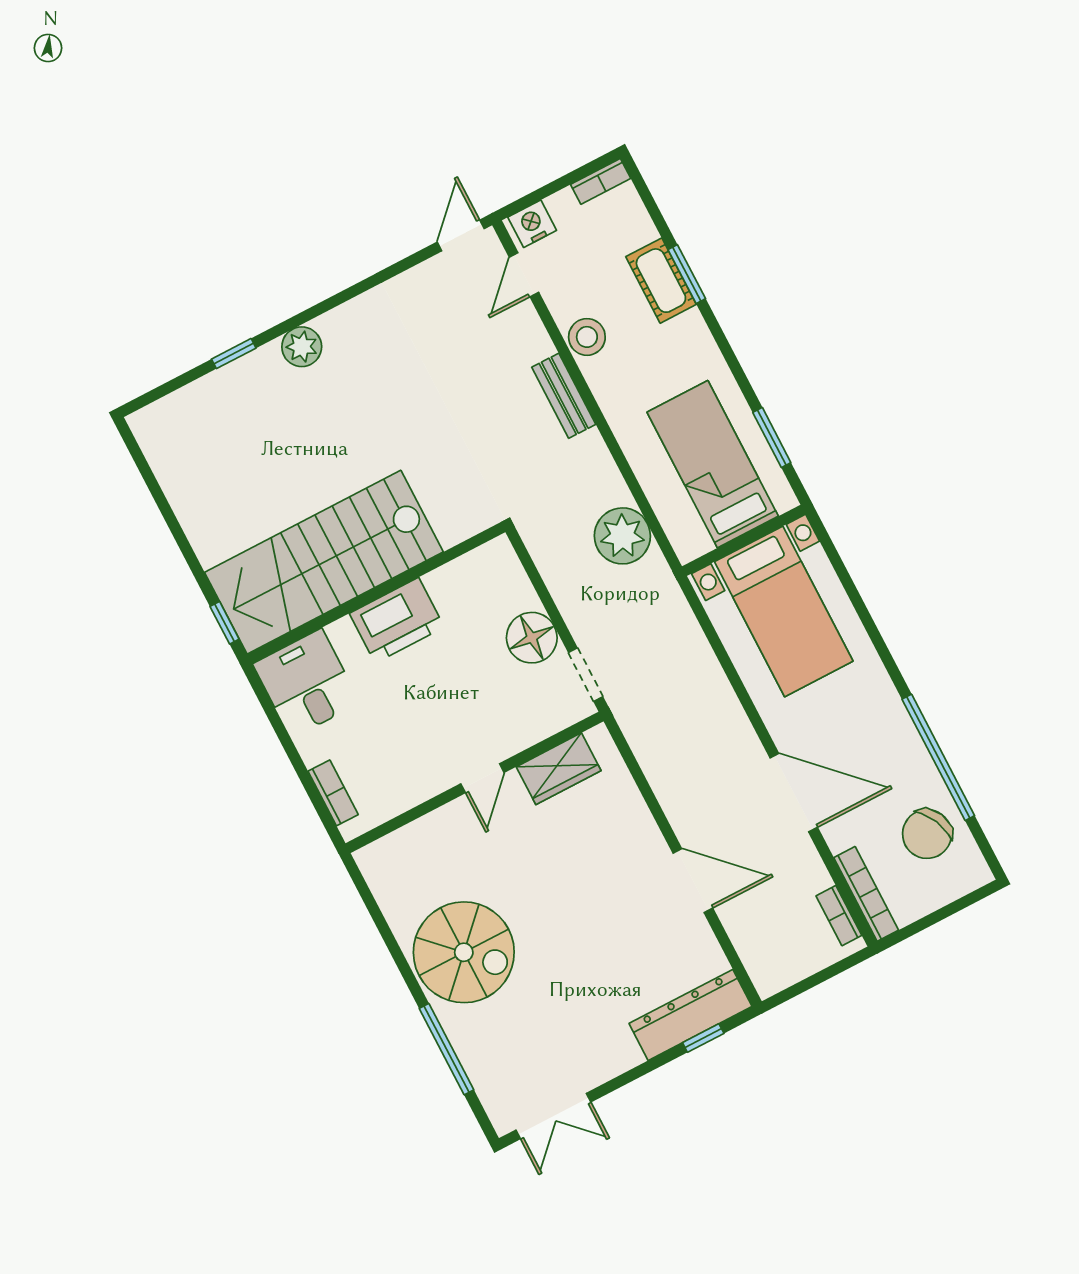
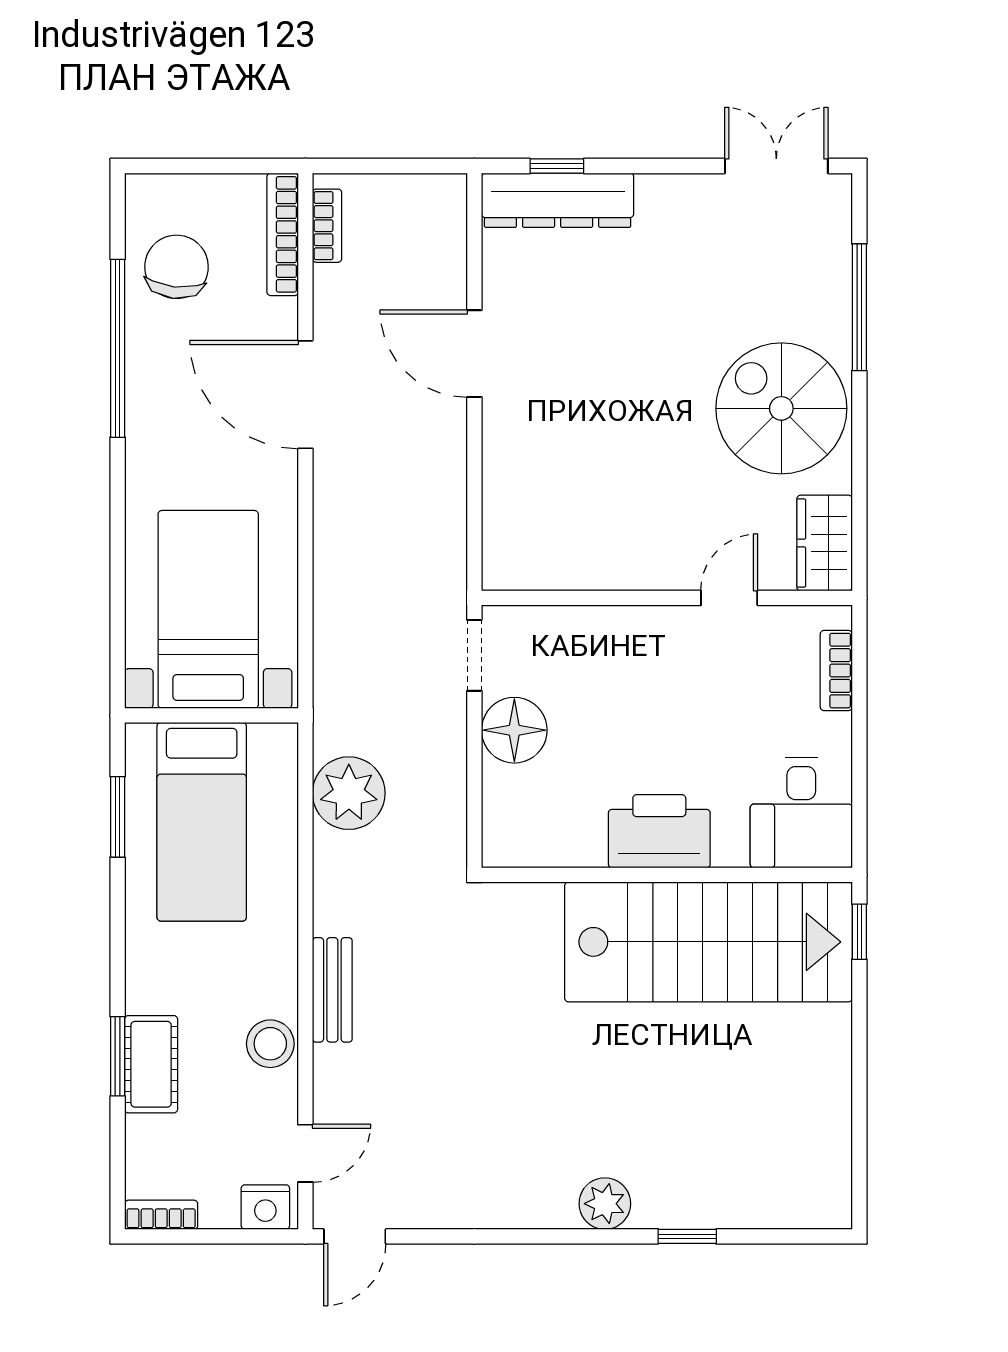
wardrobe: (559, 769) -> (825, 543), moved, turned -90
door: (482, 778) -> (729, 598), moved
chair: (927, 834) -> (176, 267), turned -59

